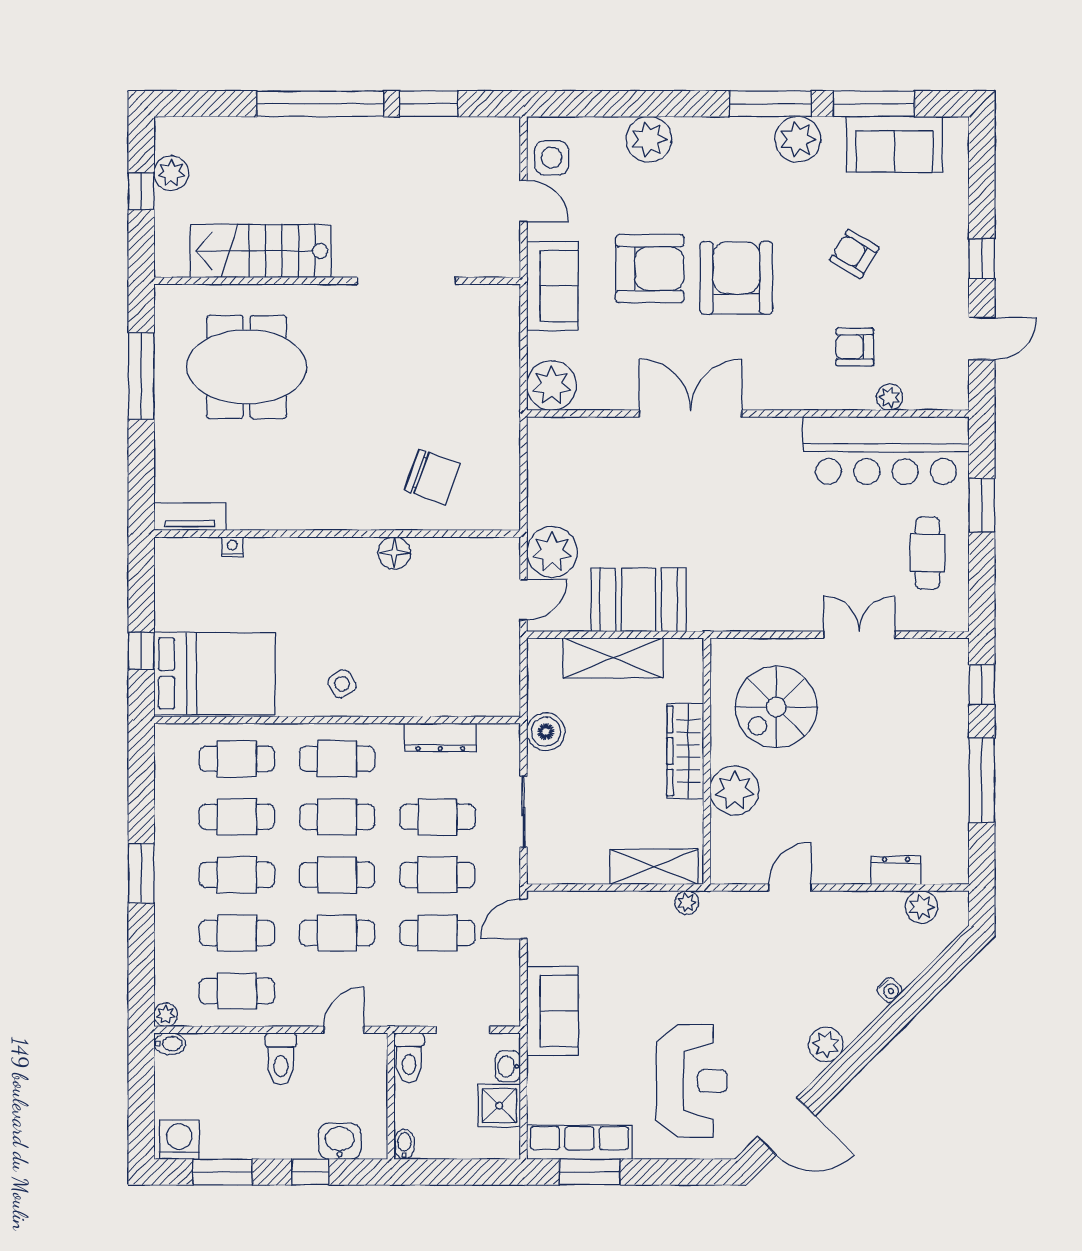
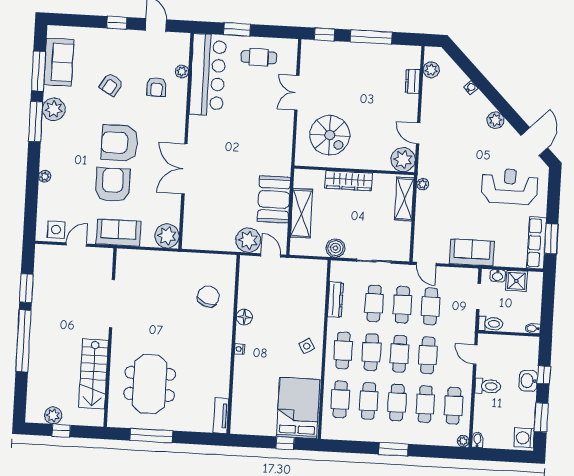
plant: (649, 139) -> (45, 176), width x0.53, depth x0.53
nightstand: (232, 547) -> (239, 349), moved
plant: (735, 790) -> (403, 160), moved
washbasin: (340, 1141) -> (528, 381), moved

